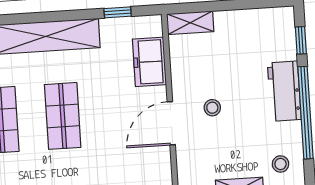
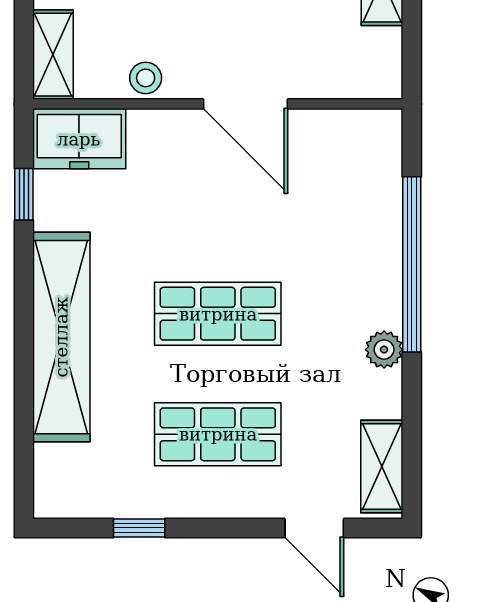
freezer: (149, 62) -> (79, 139), moved
stool: (212, 108) -> (146, 78), moved

